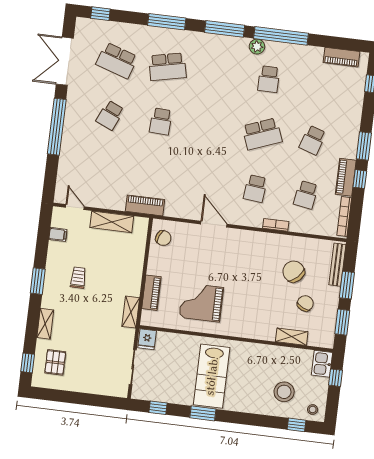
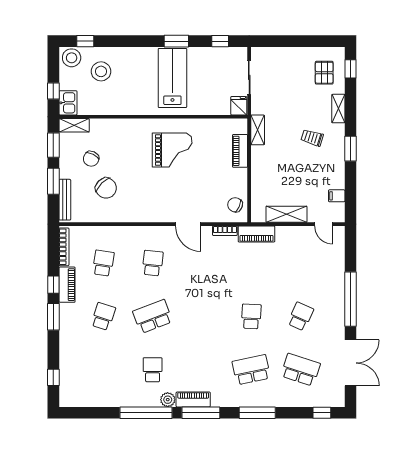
piano: (341, 57) -> (193, 399), moved
bookcase: (276, 225) -> (225, 231), moved
trolley: (78, 278) -> (312, 138), moved, turned 107
grand piano: (201, 302) -> (172, 150), moved
shelving: (292, 337) -> (74, 125), moved
stool: (313, 409) -> (72, 58), width x1.89, depth x1.89

